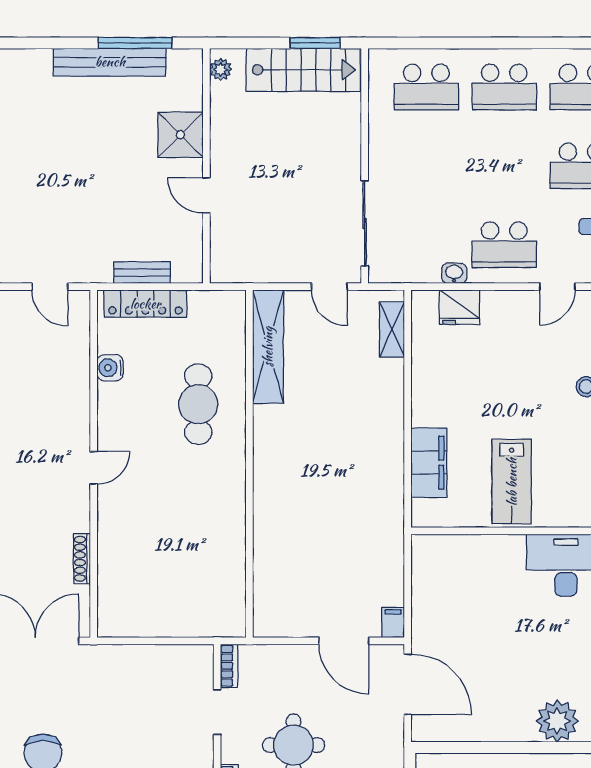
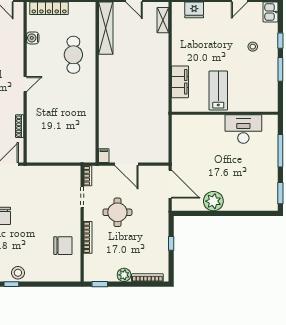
lab bench: (512, 482) -> (218, 90), turned 180
filing cabinet: (393, 623) -> (104, 156), moved
door: (344, 641) -> (126, 164), moved
plant: (557, 721) -> (213, 201), moved

